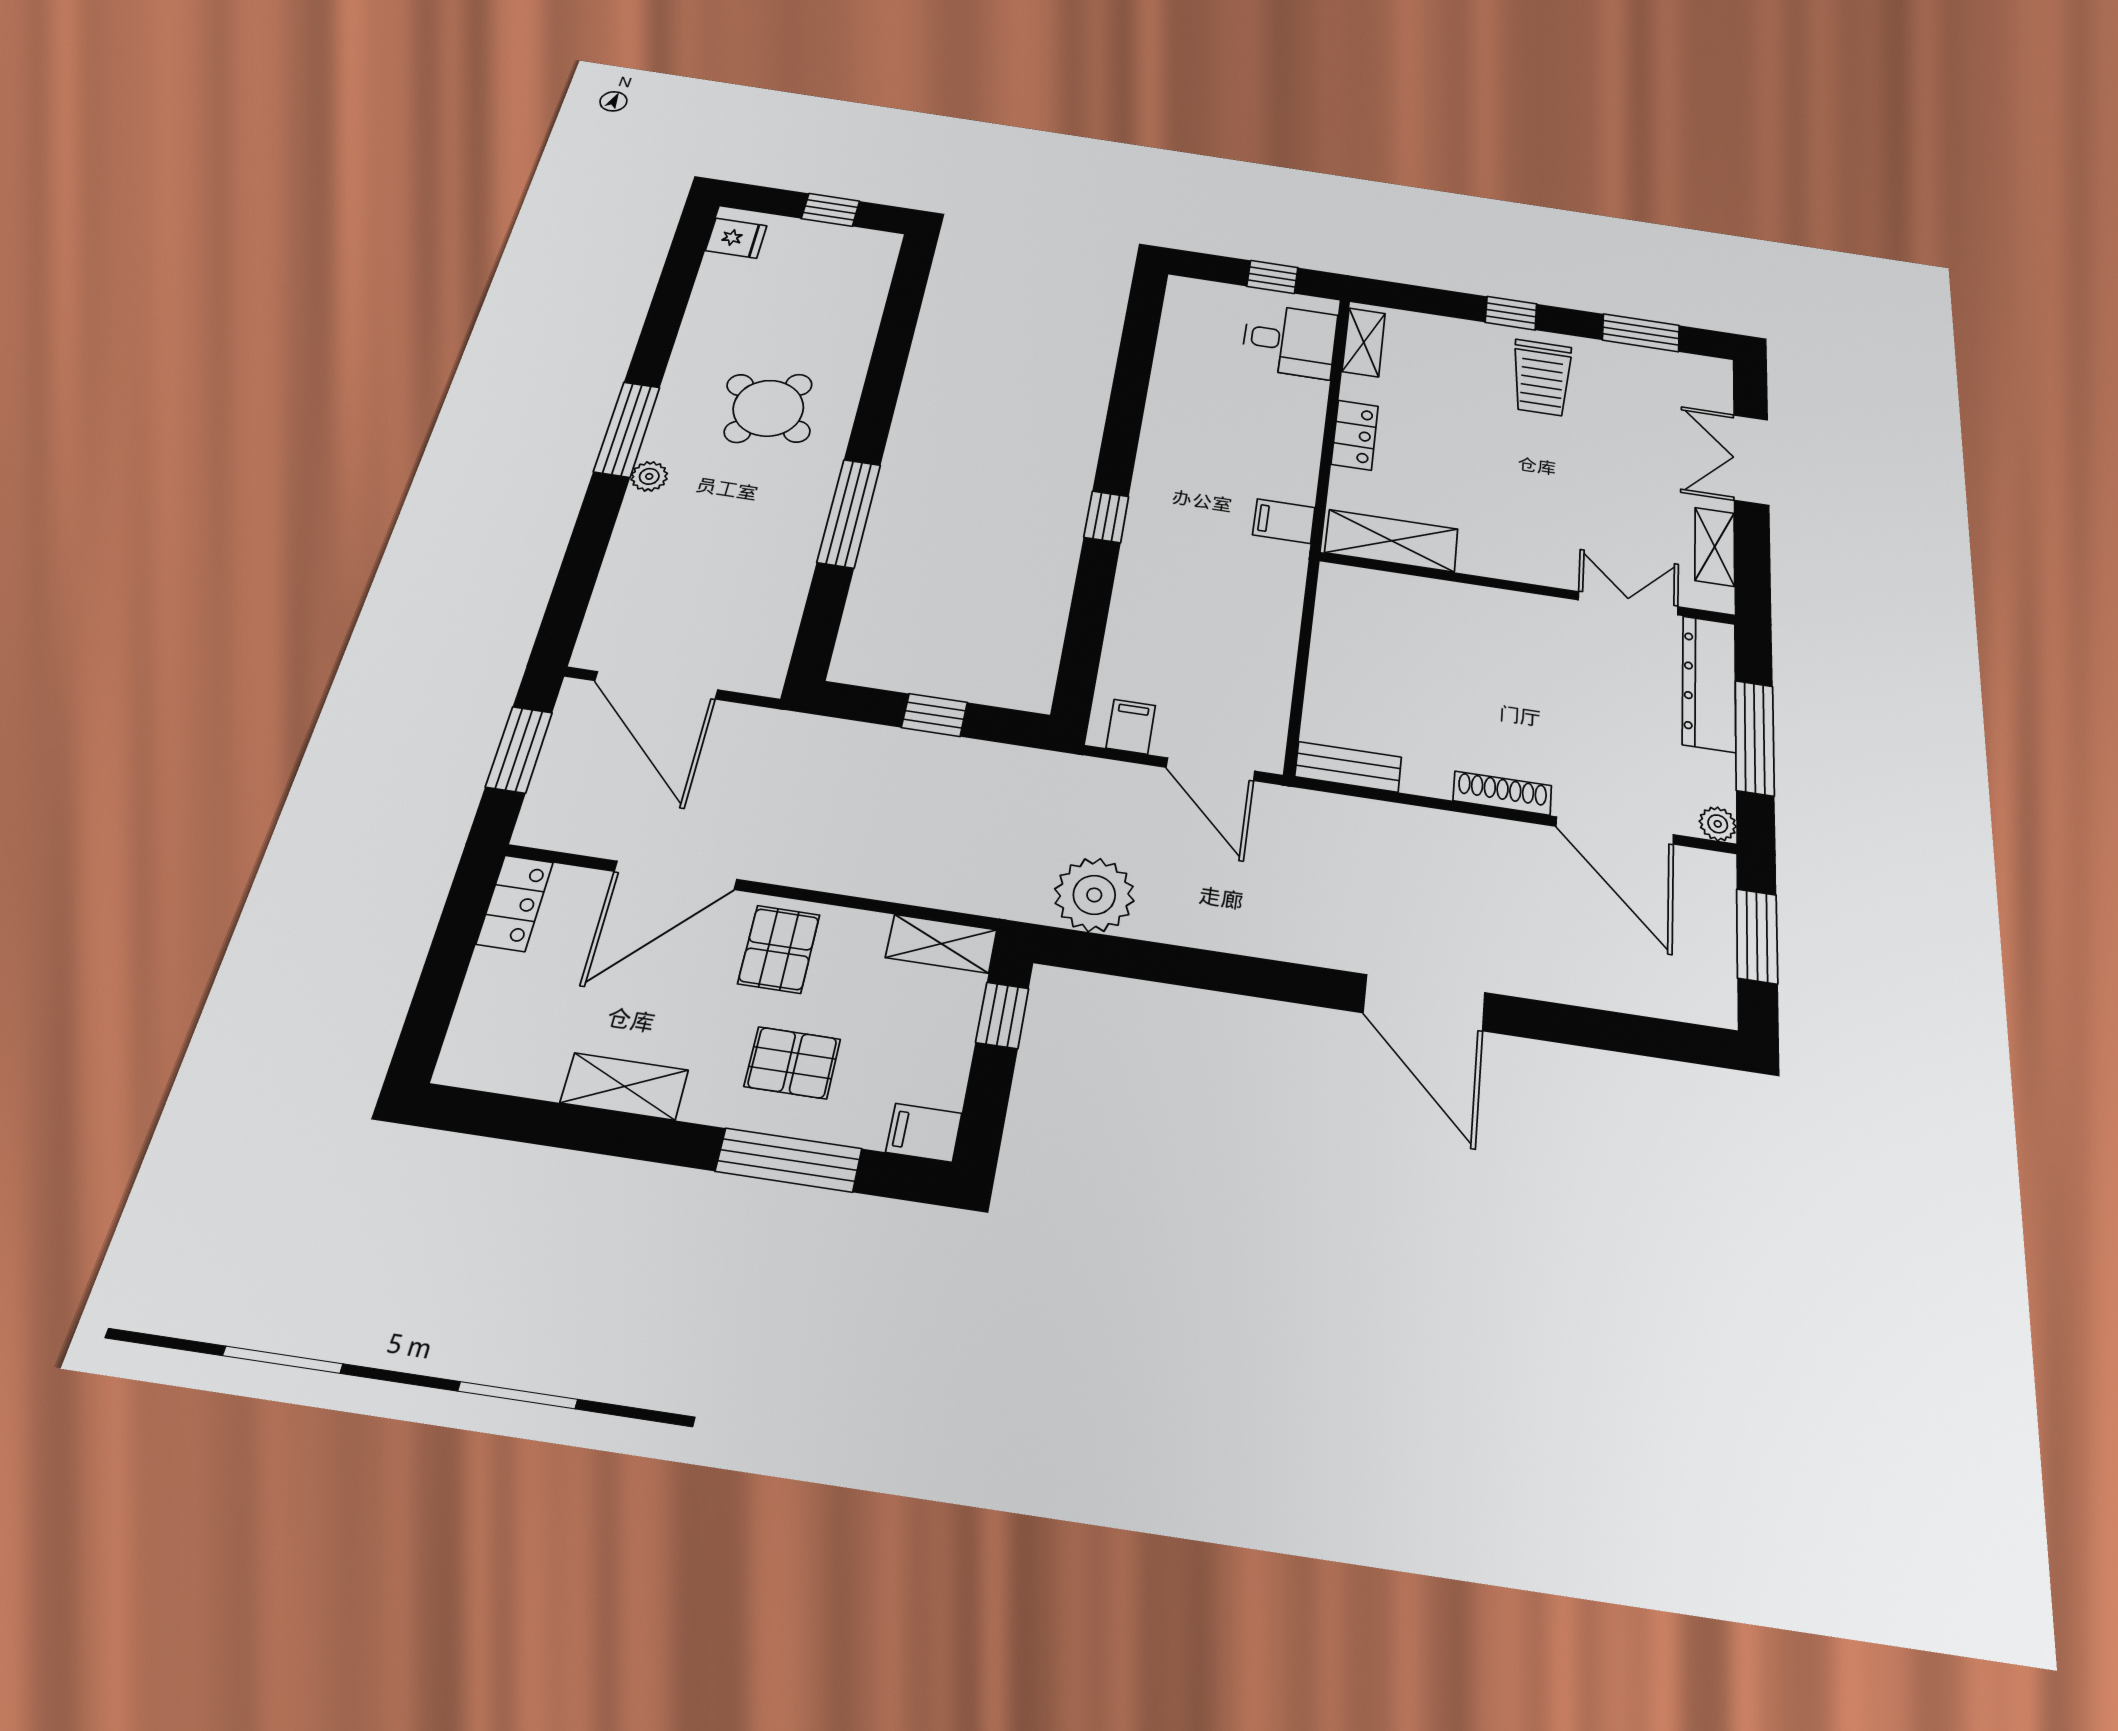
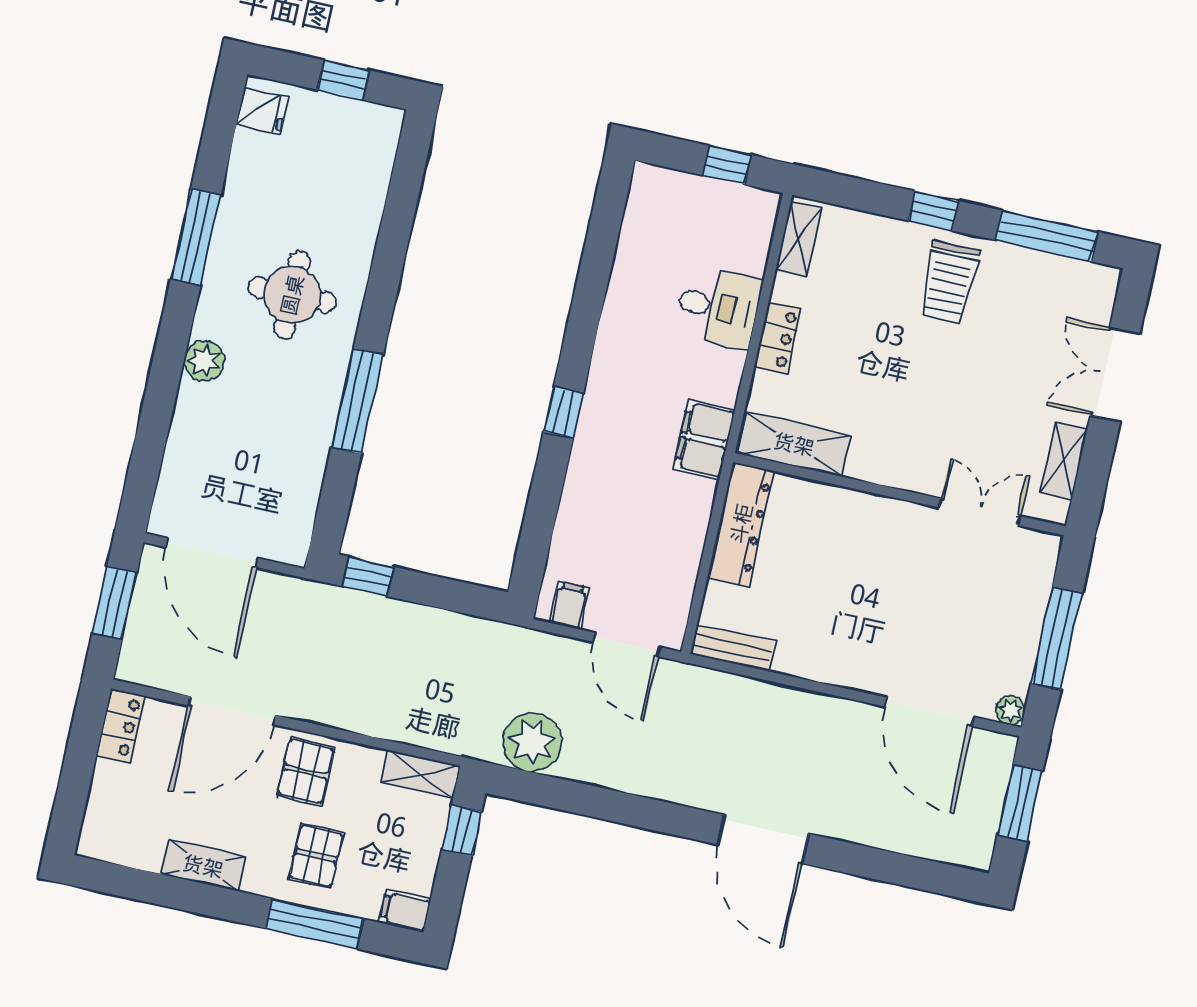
window: (1641, 333) -> (1047, 236), width x1.44
desk: (1290, 341) -> (718, 307), moved
round table: (768, 408) -> (292, 295), turned -34
window: (627, 429) -> (196, 237), moved
plant: (649, 476) -> (204, 361), width x1.38, depth x1.38
filing cabinet: (1284, 521) -> (704, 439), width x2.00
dresser: (1709, 683) -> (741, 524), moved, turned 180
window: (934, 715) -> (368, 577), moved
shoe rack: (1502, 793) -> (848, 676), removed
pallet: (792, 1063) -> (316, 856), turned 90

